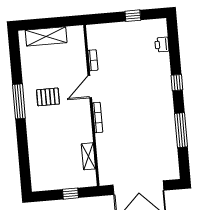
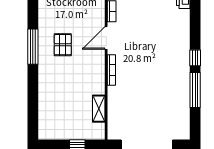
window: (177, 83) -> (195, 58), moved
pallet: (48, 97) -> (63, 45), turned 90

